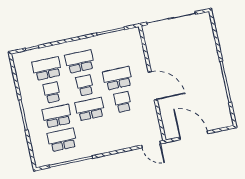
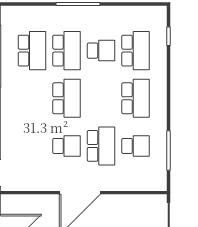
school desk: (85, 85) -> (135, 146), moved

